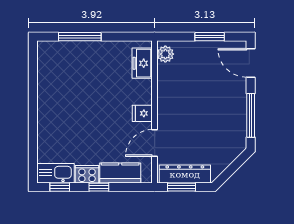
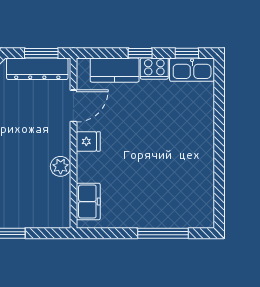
plant: (165, 54) -> (61, 166), moved

